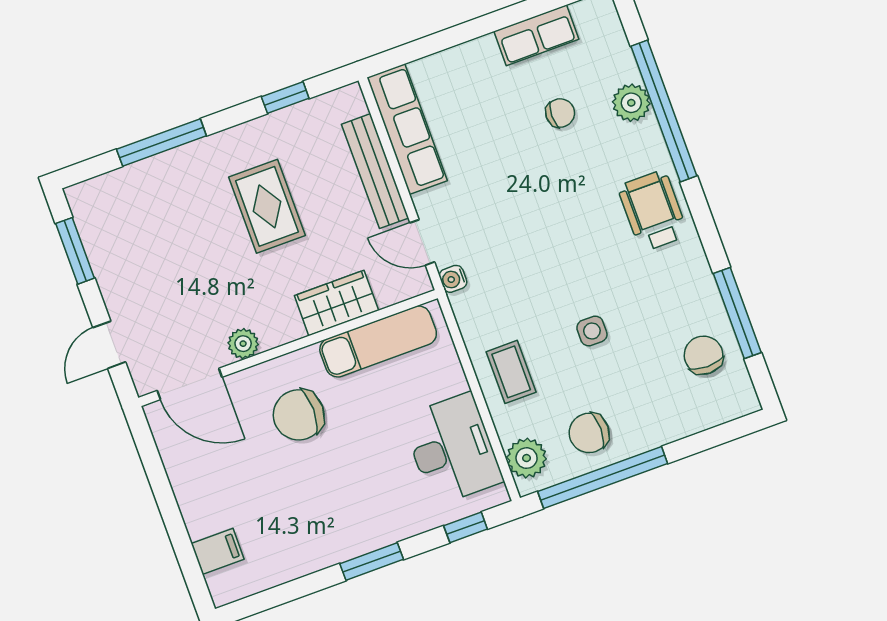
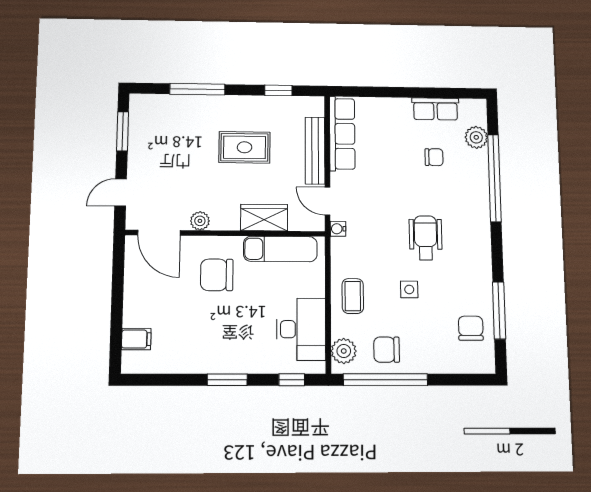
plant: (631, 103) -> (476, 137), moved
rug: (267, 206) -> (245, 147), turned 90
wheelchair: (653, 211) -> (426, 238), moved

